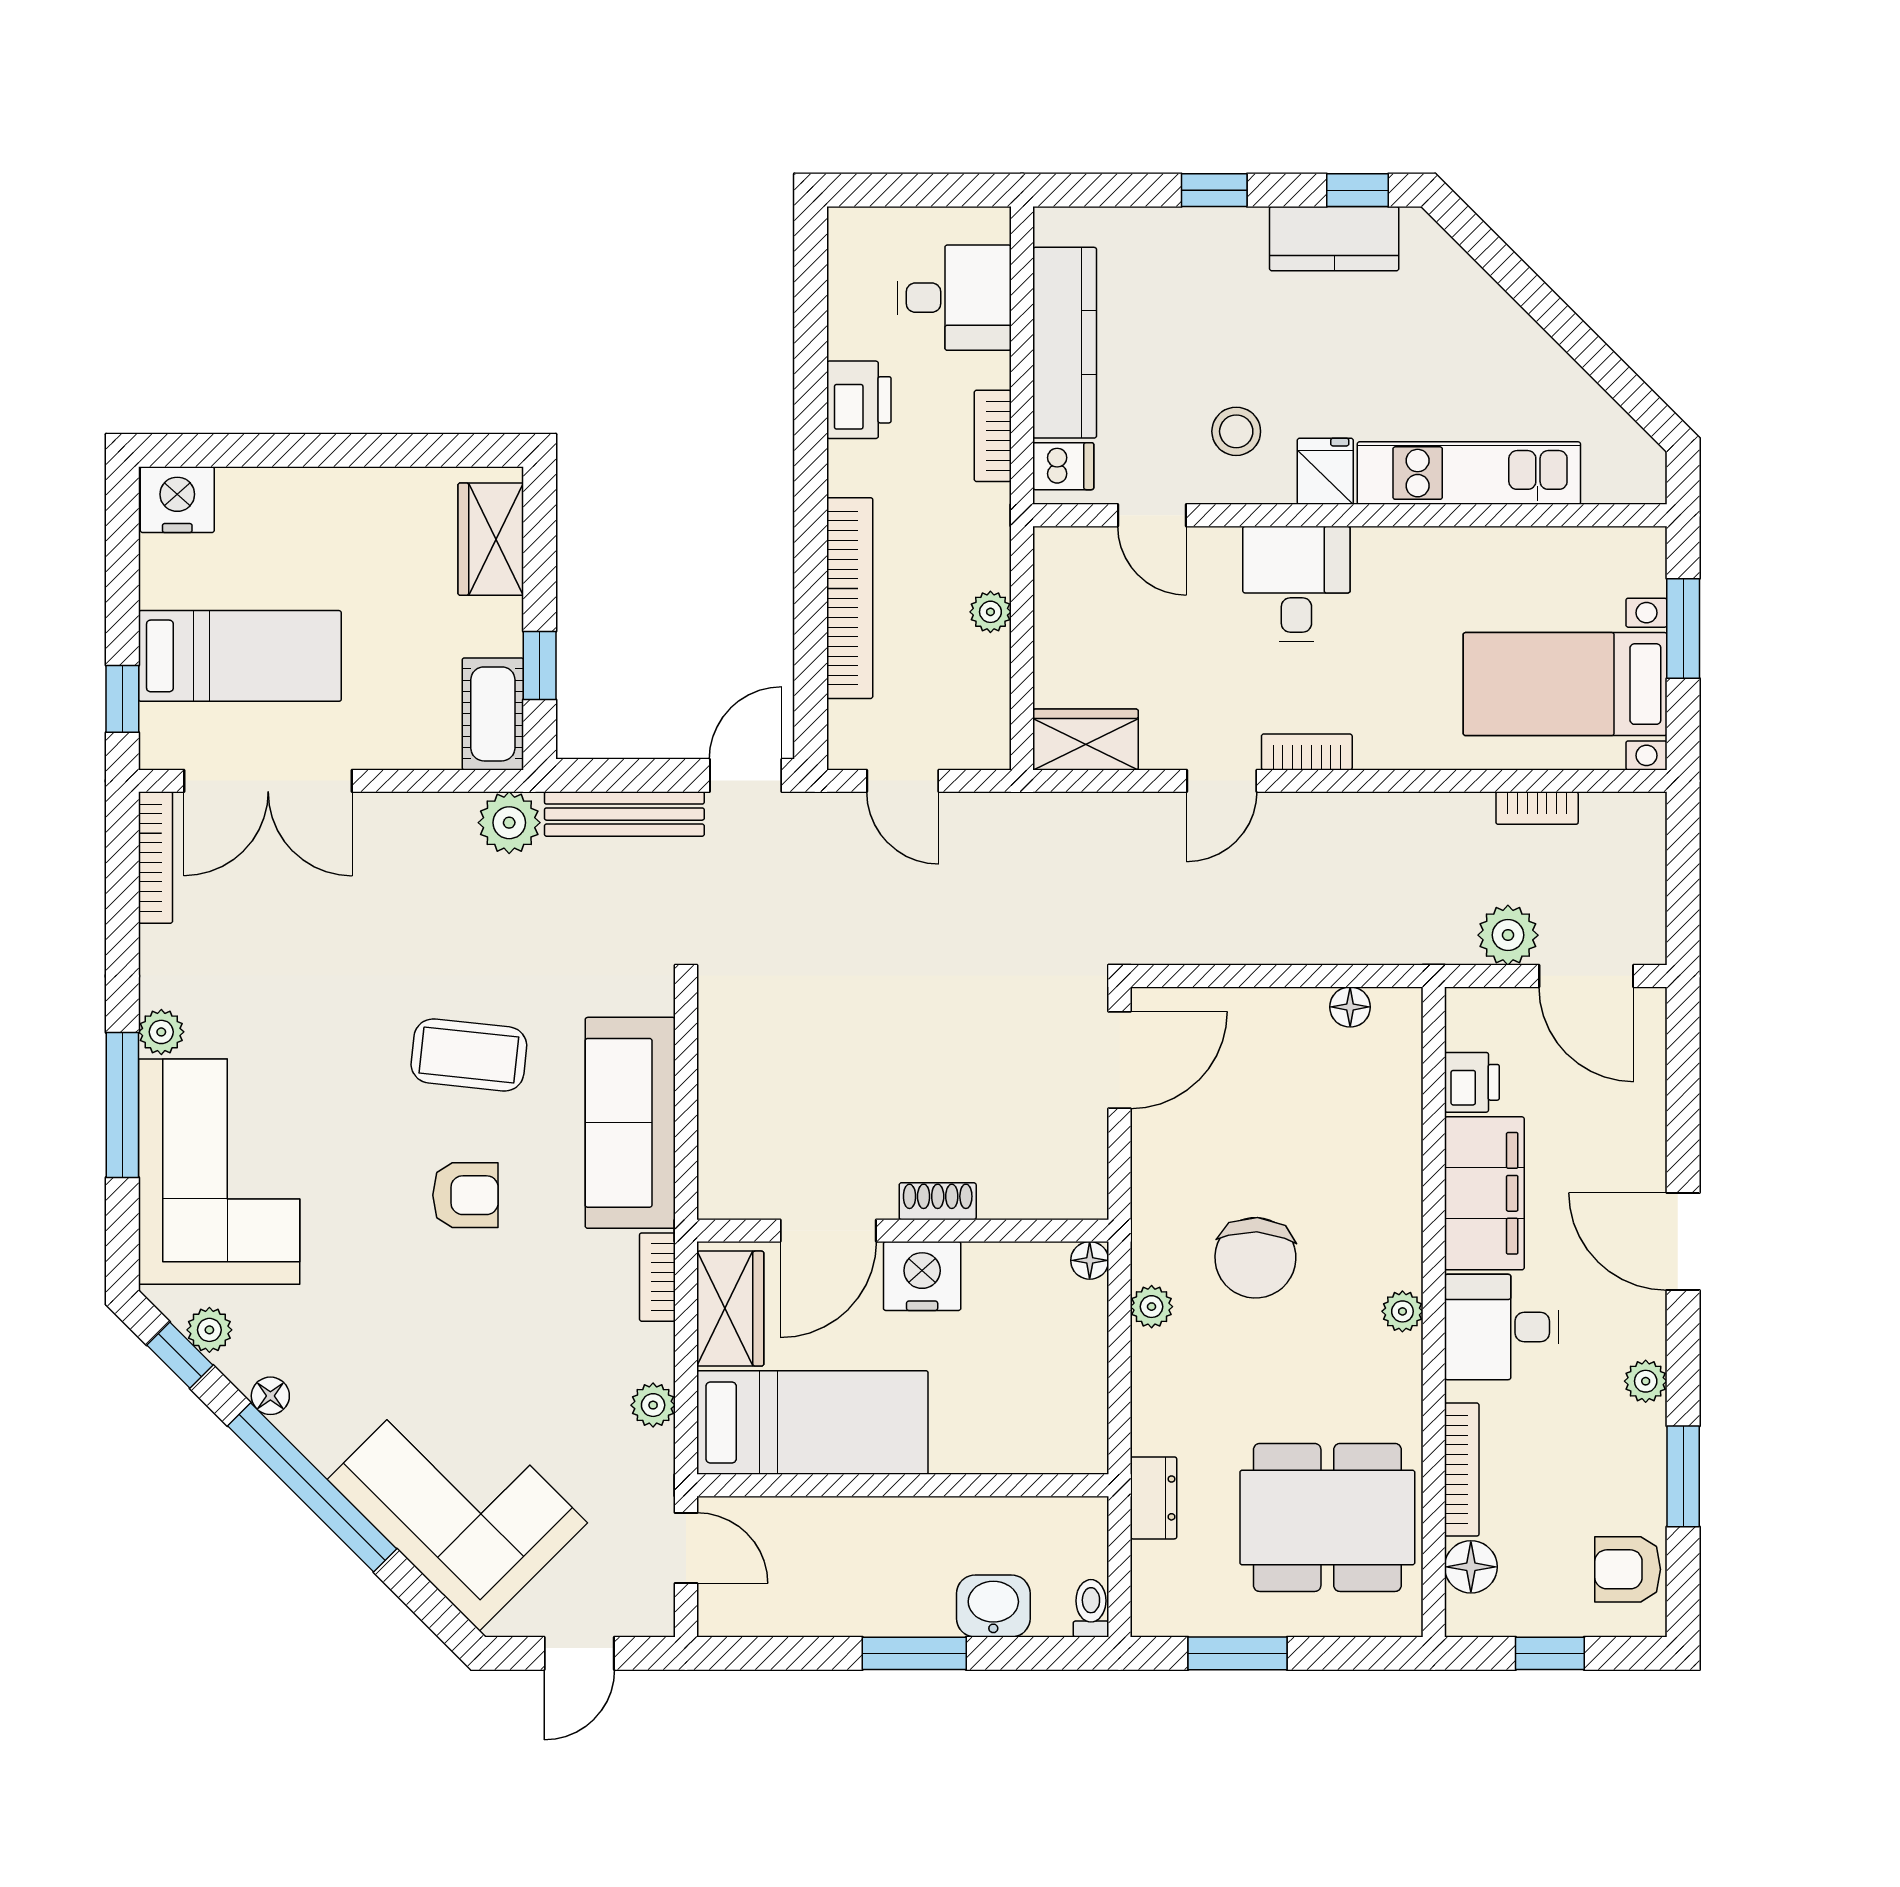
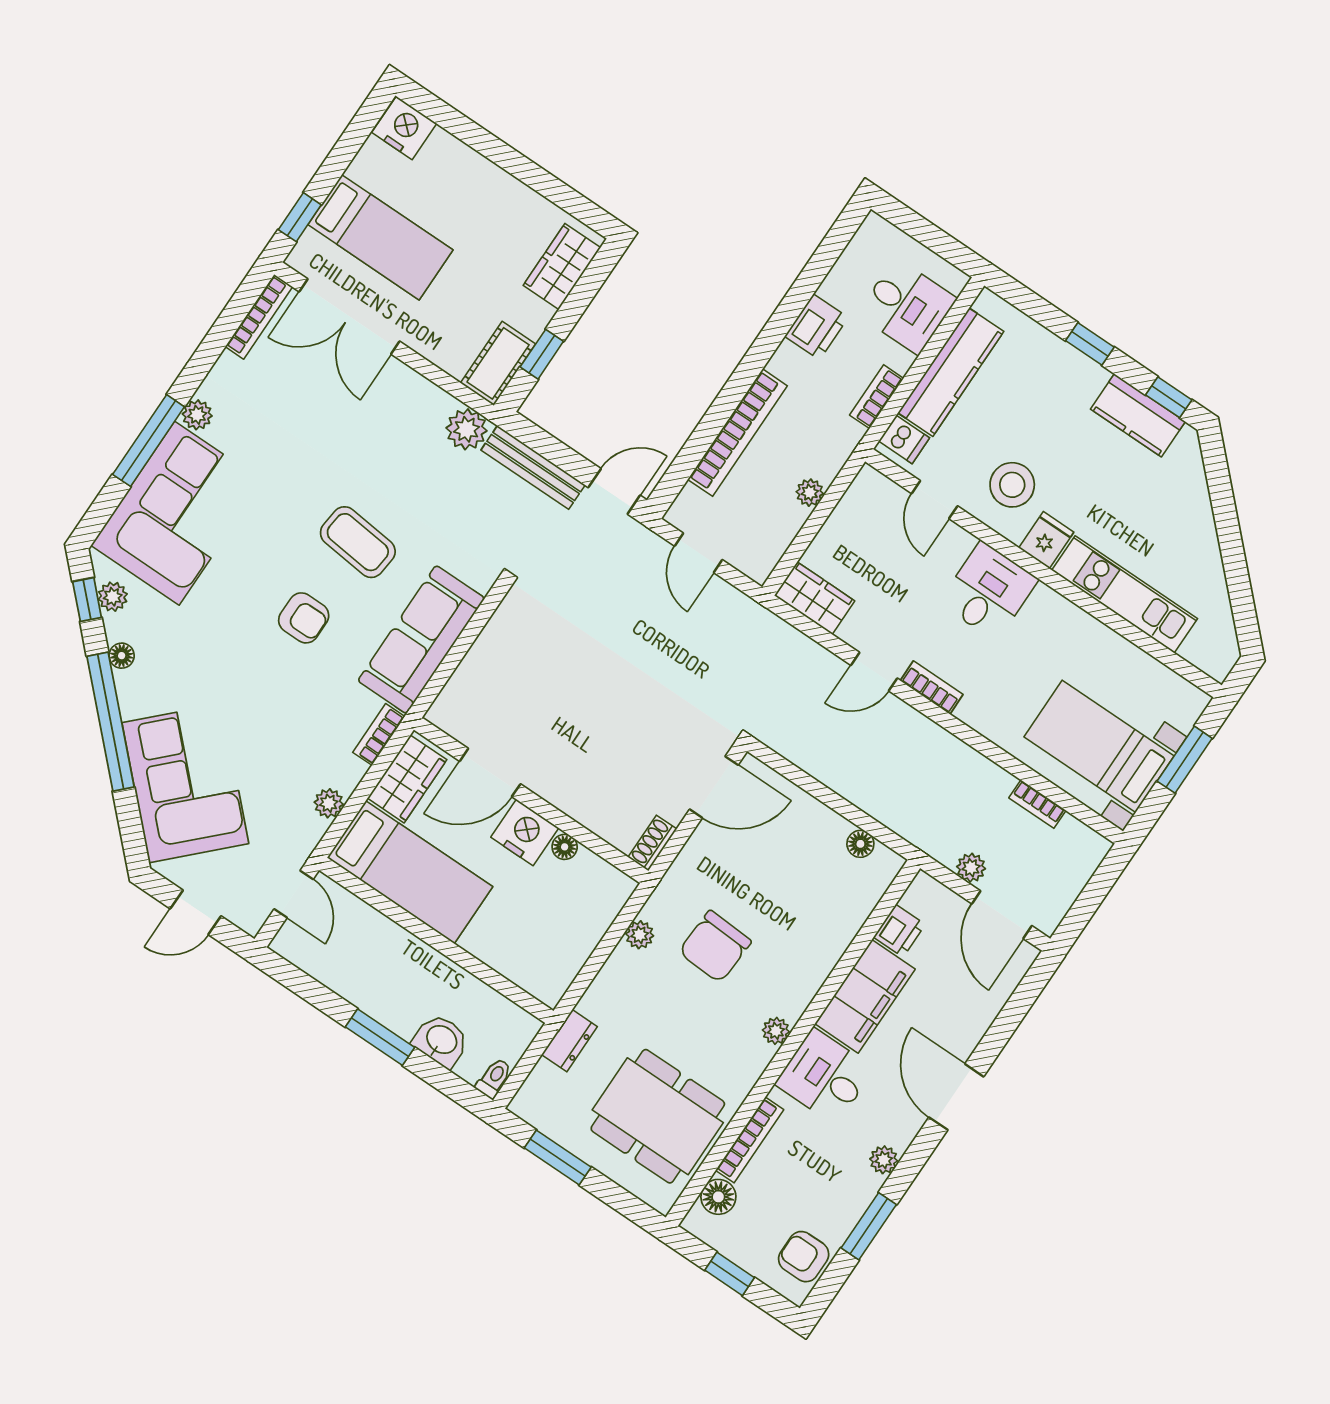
stool: (1236, 431) -> (1012, 485), width x1.38, depth x1.38
plant: (1508, 935) -> (971, 868), width x0.73, depth x0.73
shoe rack: (938, 1201) -> (652, 843), moved, turned -90
floor lamp: (1090, 1260) -> (565, 847), moved

